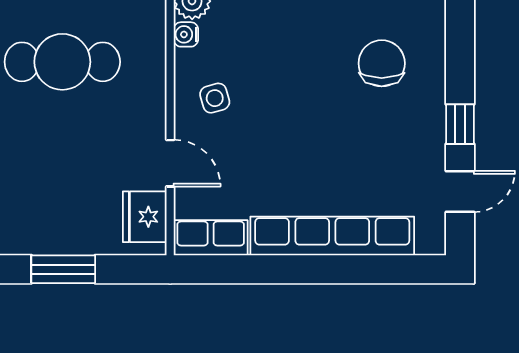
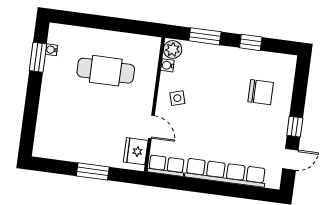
chair: (382, 63) -> (261, 92), turned 90

